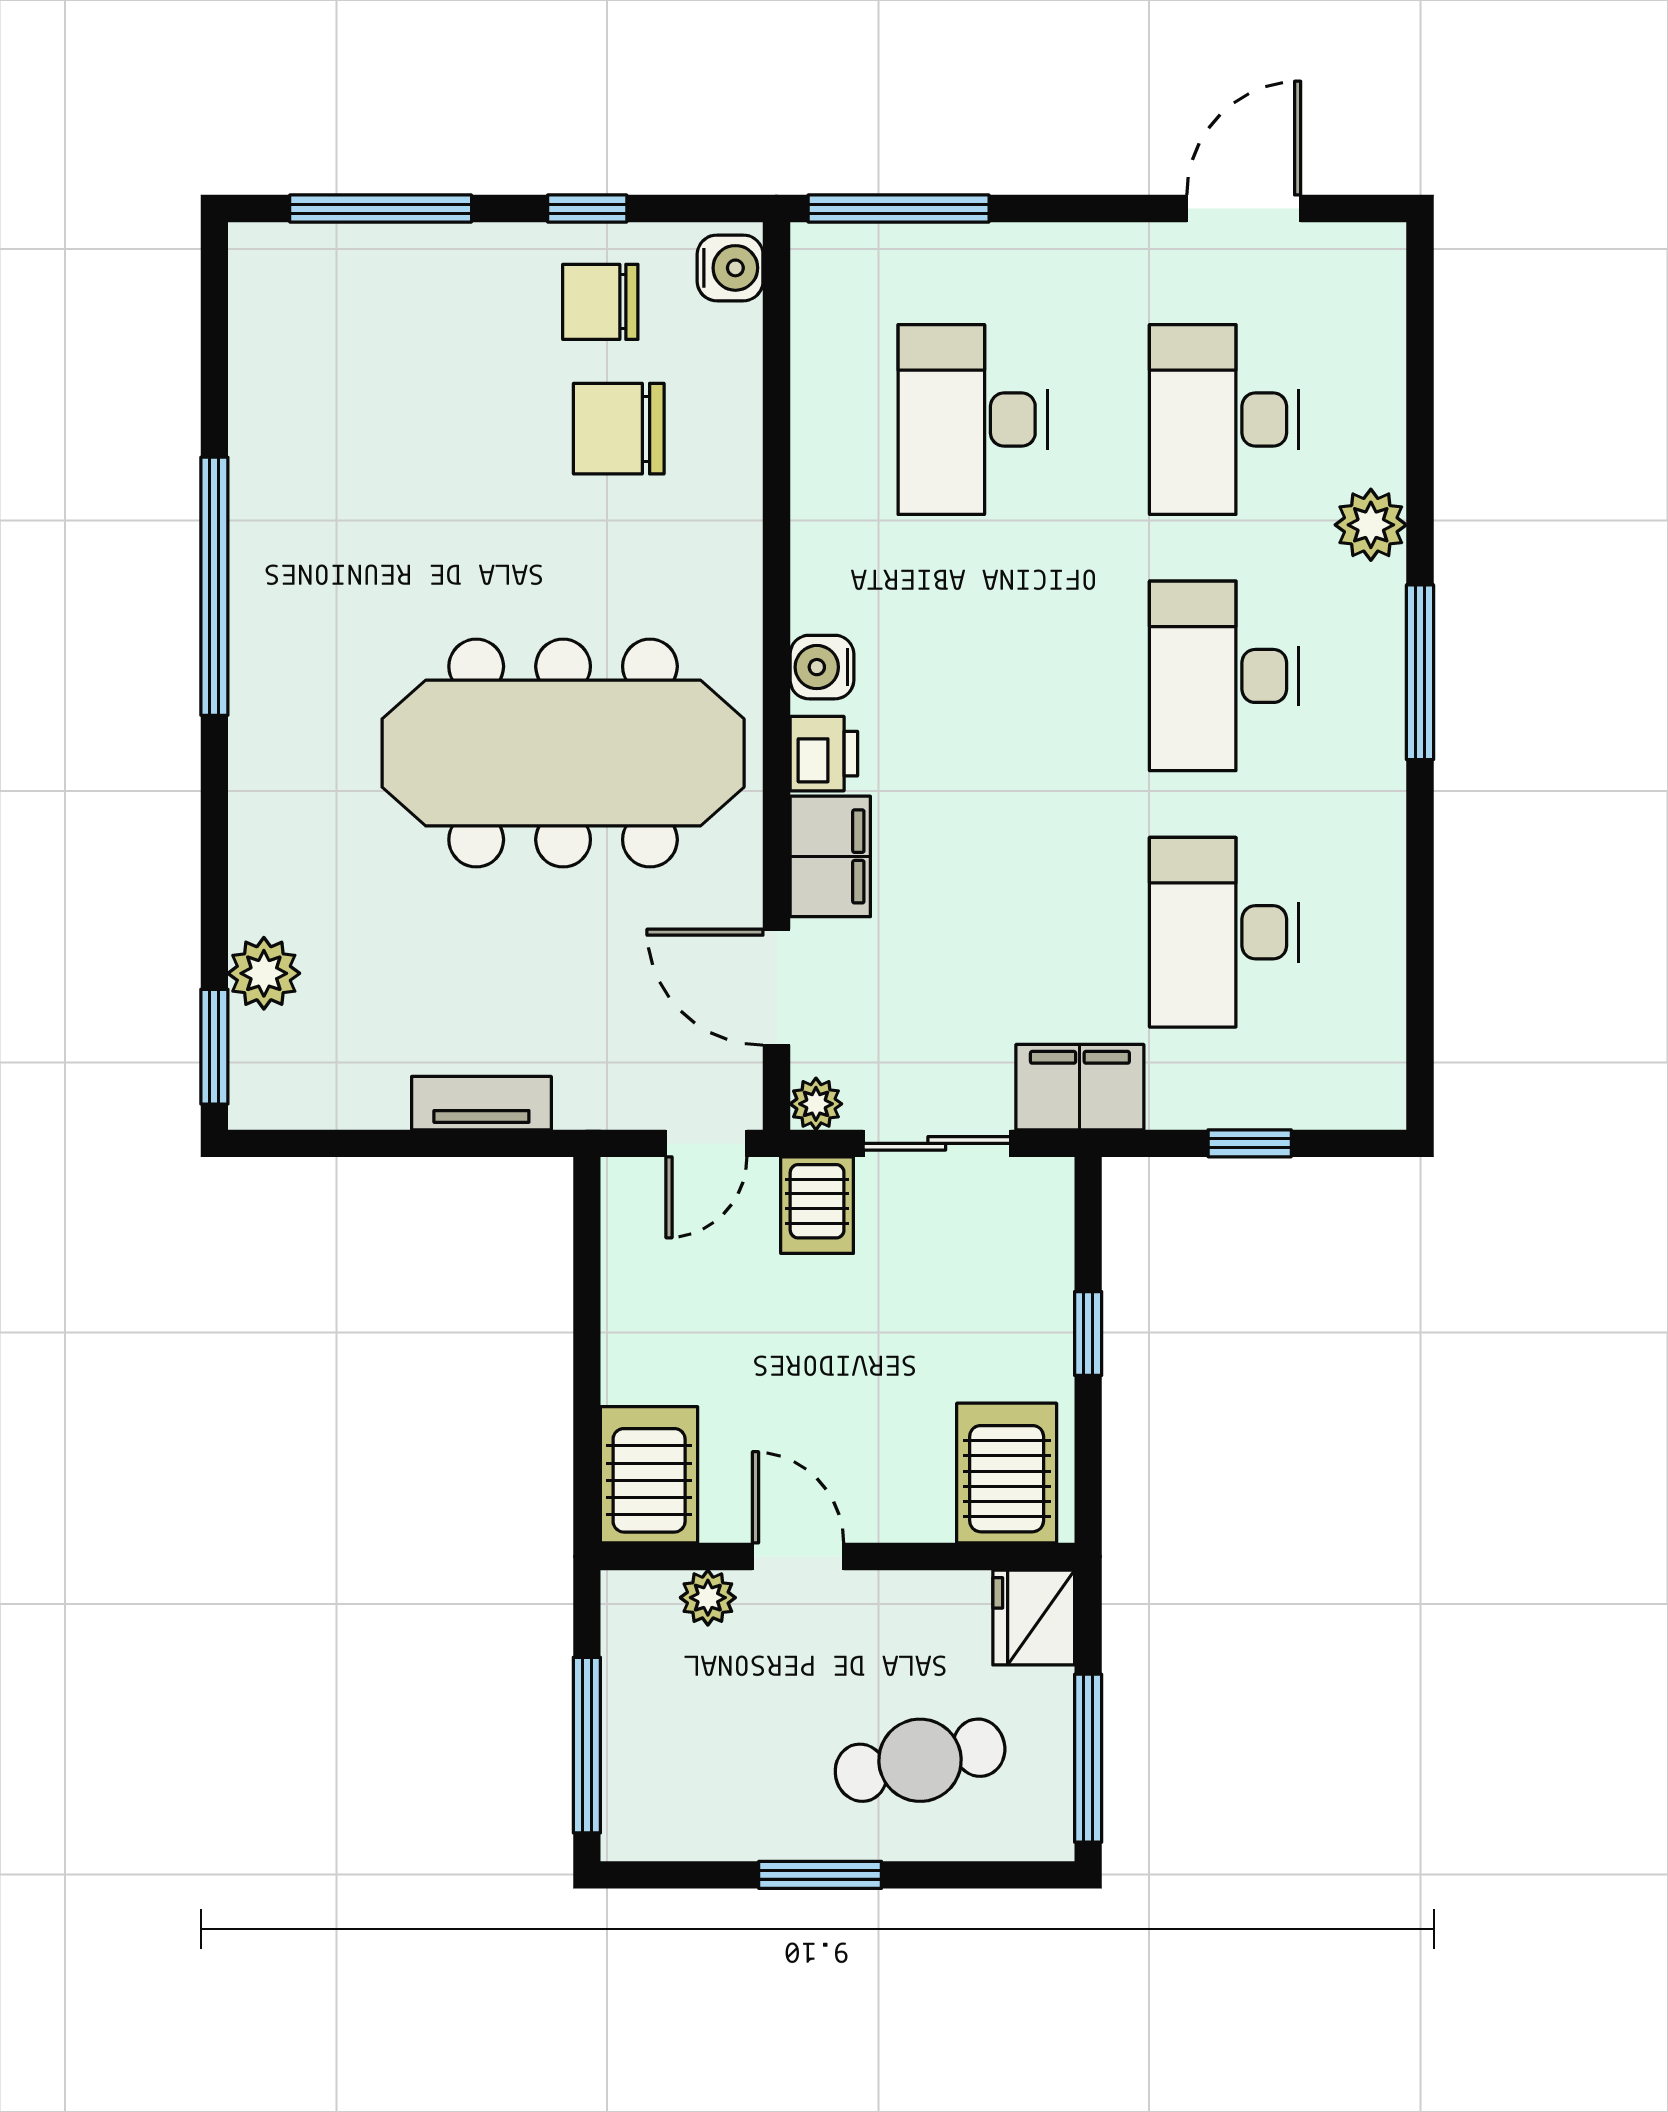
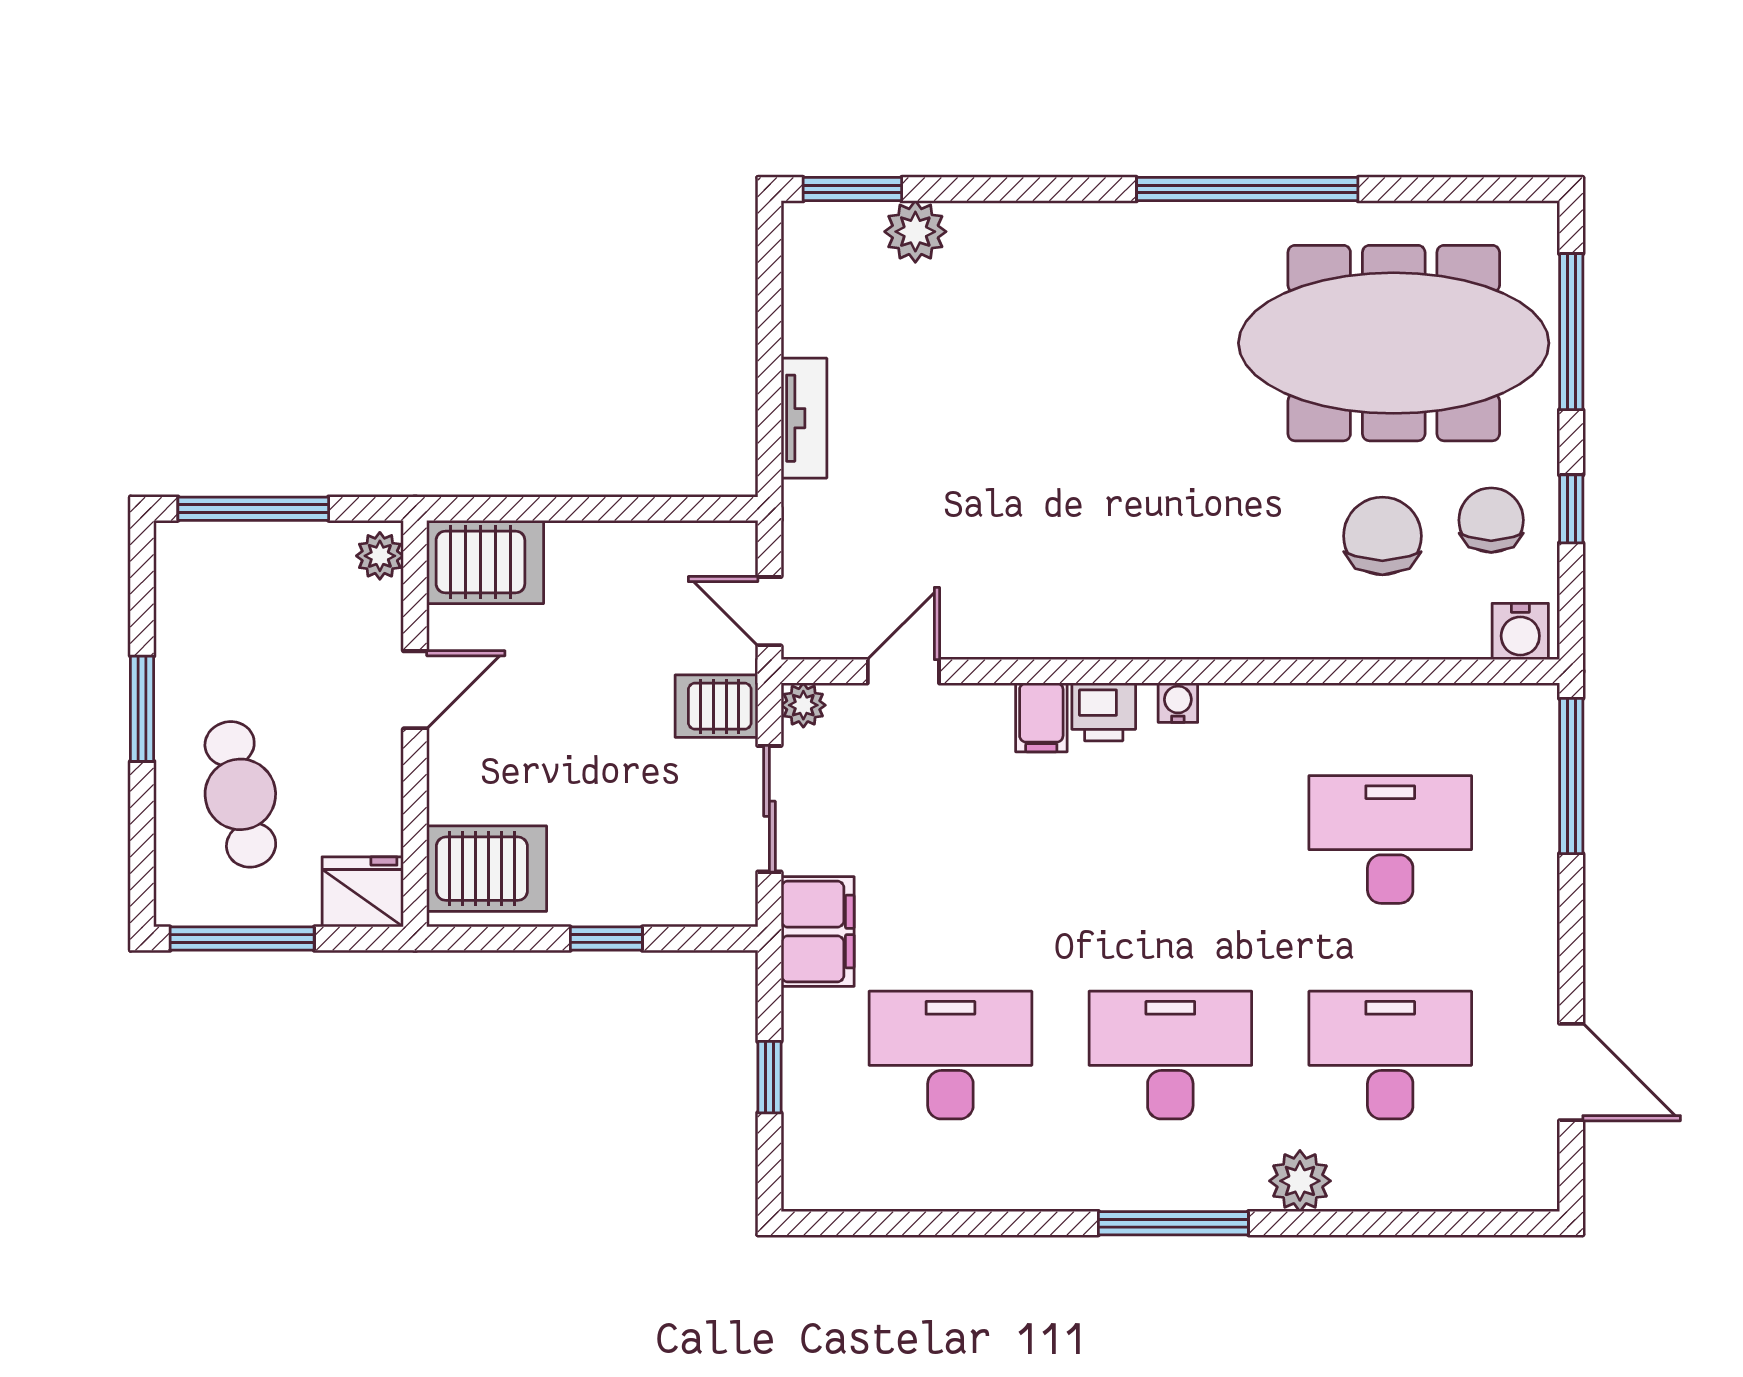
water cooler: (822, 667) -> (1178, 703), width x0.72, depth x0.72
meeting table: (563, 753) -> (1394, 343), moved, turned 90
filing cabinet: (830, 856) -> (1041, 717), width x0.50
door: (777, 987) -> (903, 671), width x0.73
plant: (708, 1598) -> (380, 556), moved

